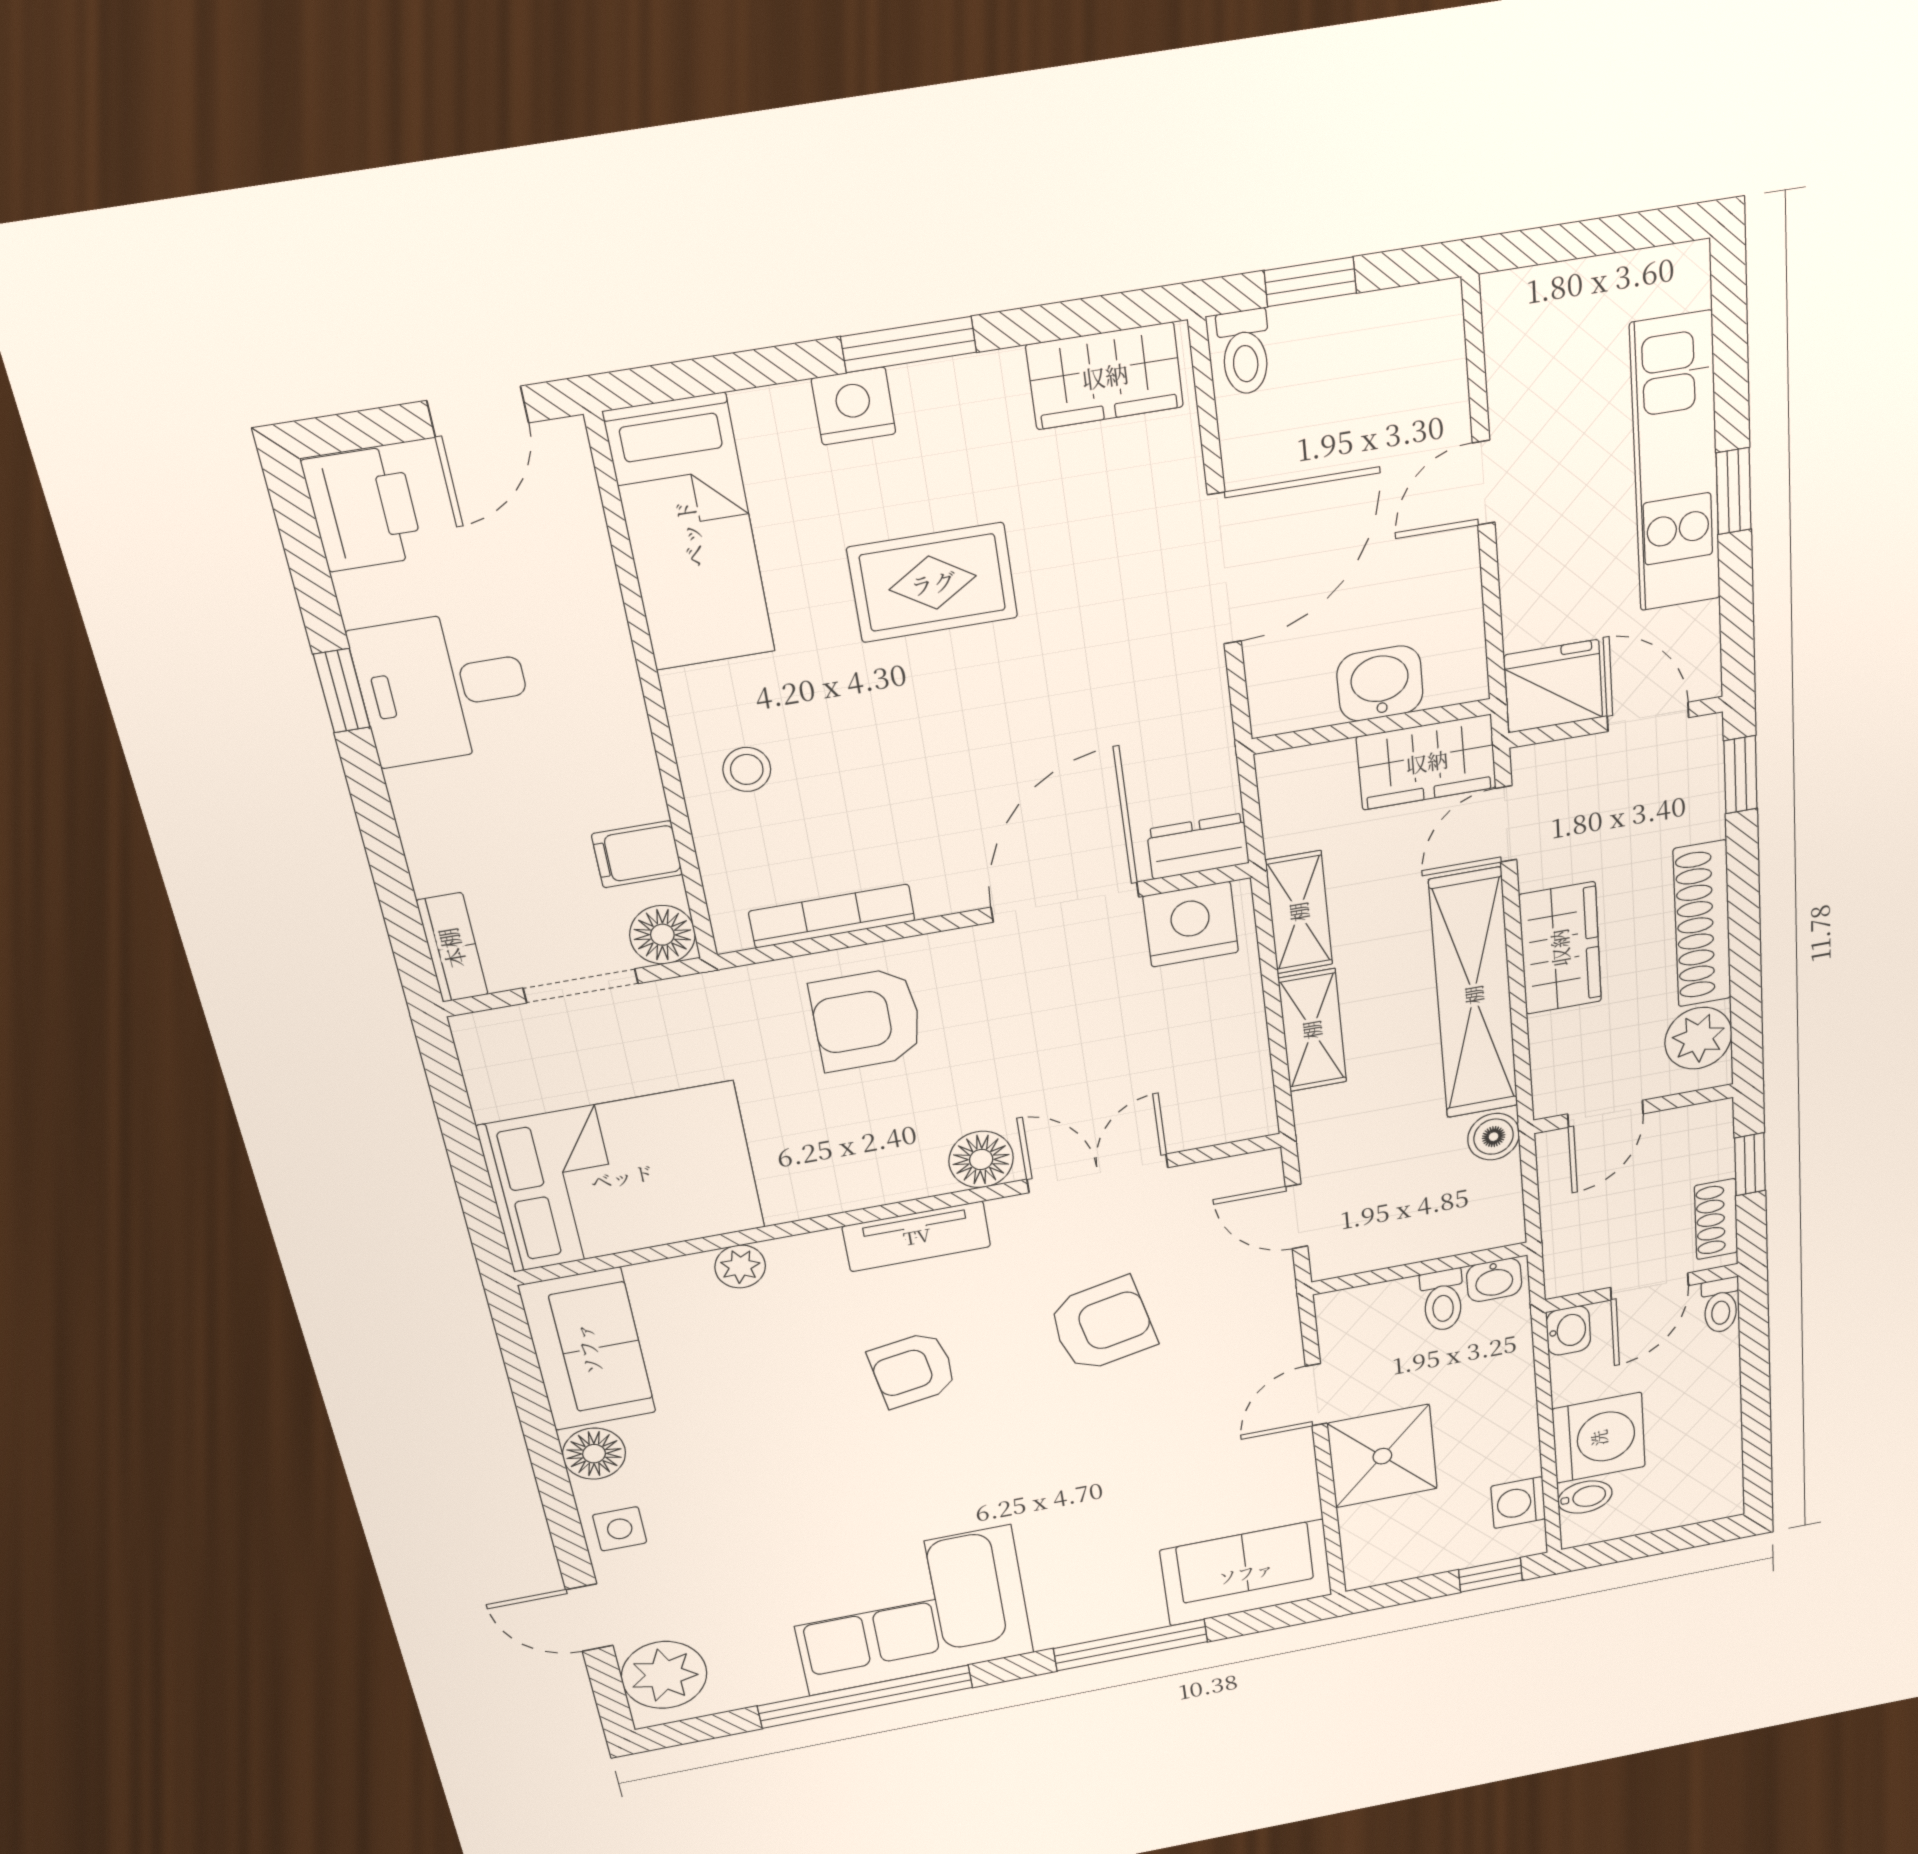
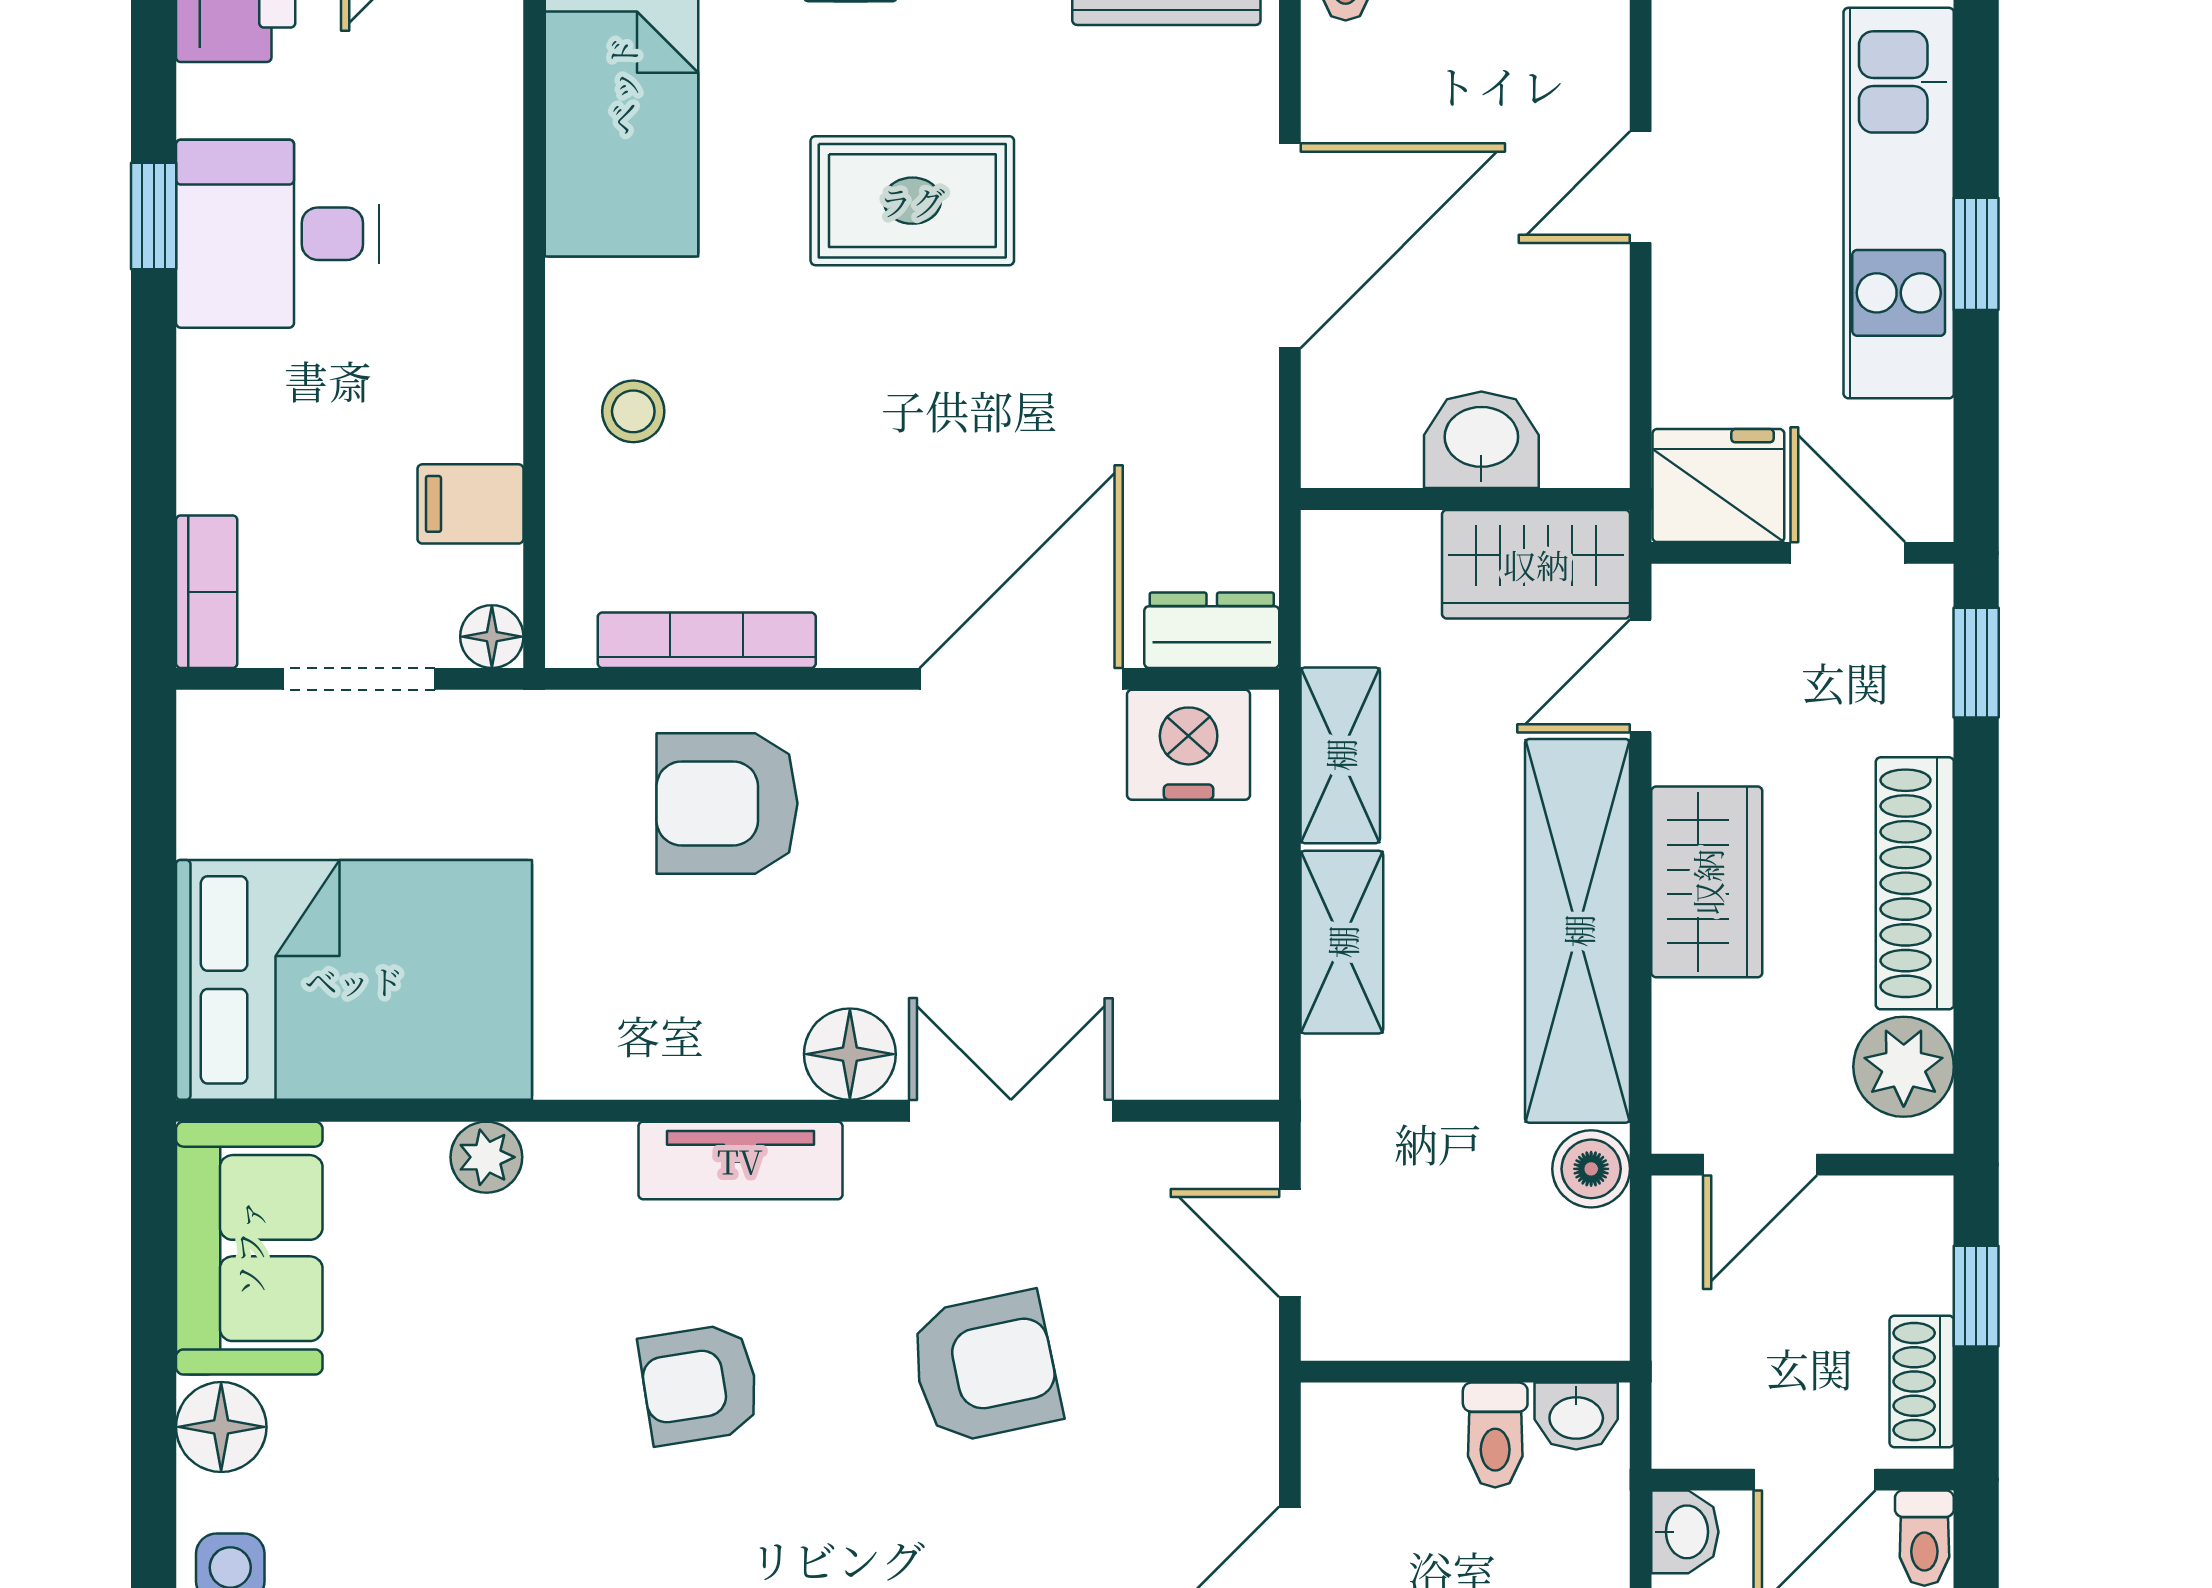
floor lamp: (662, 935) -> (492, 637), width x0.73, depth x0.73

